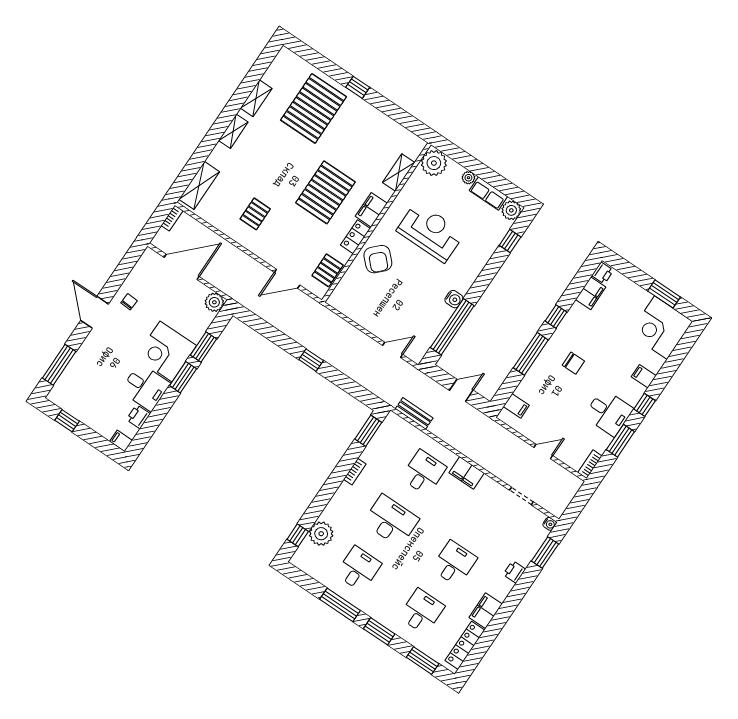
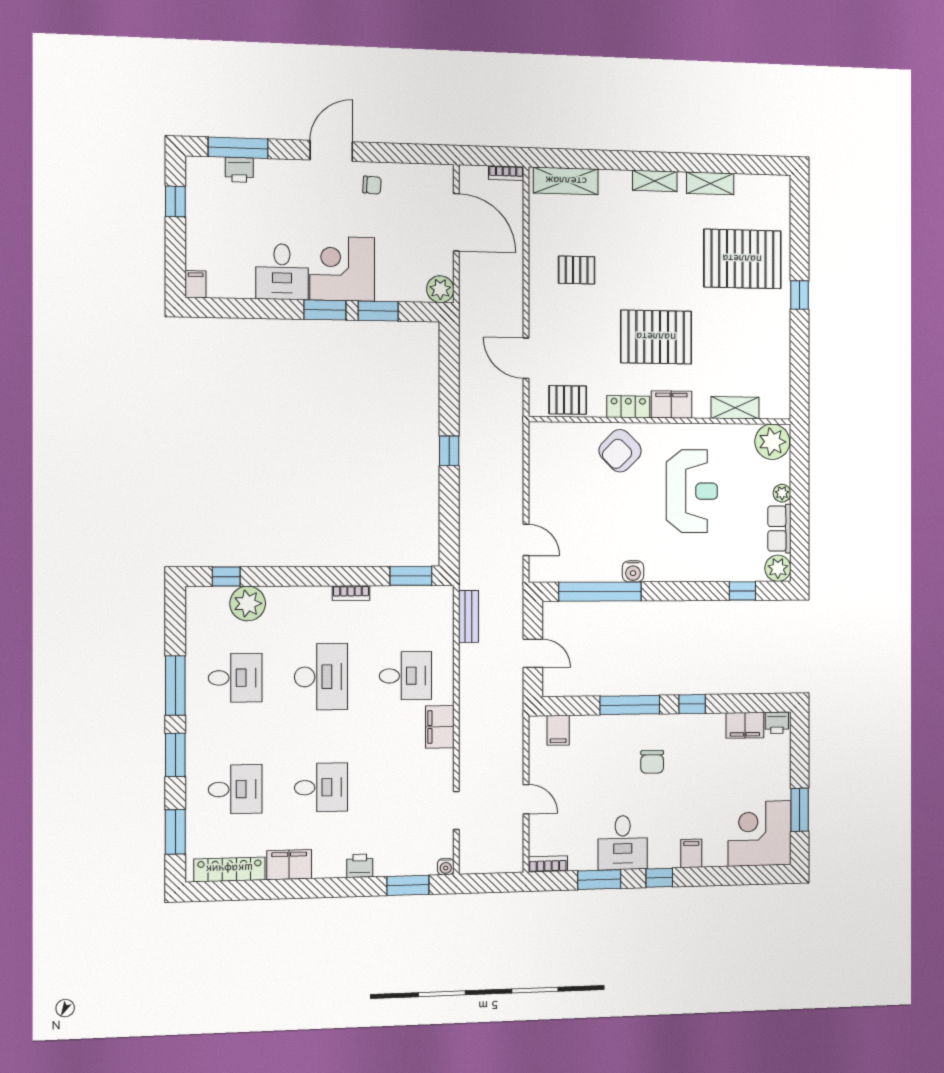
printer: (138, 417) -> (239, 170), moved, turned 180

